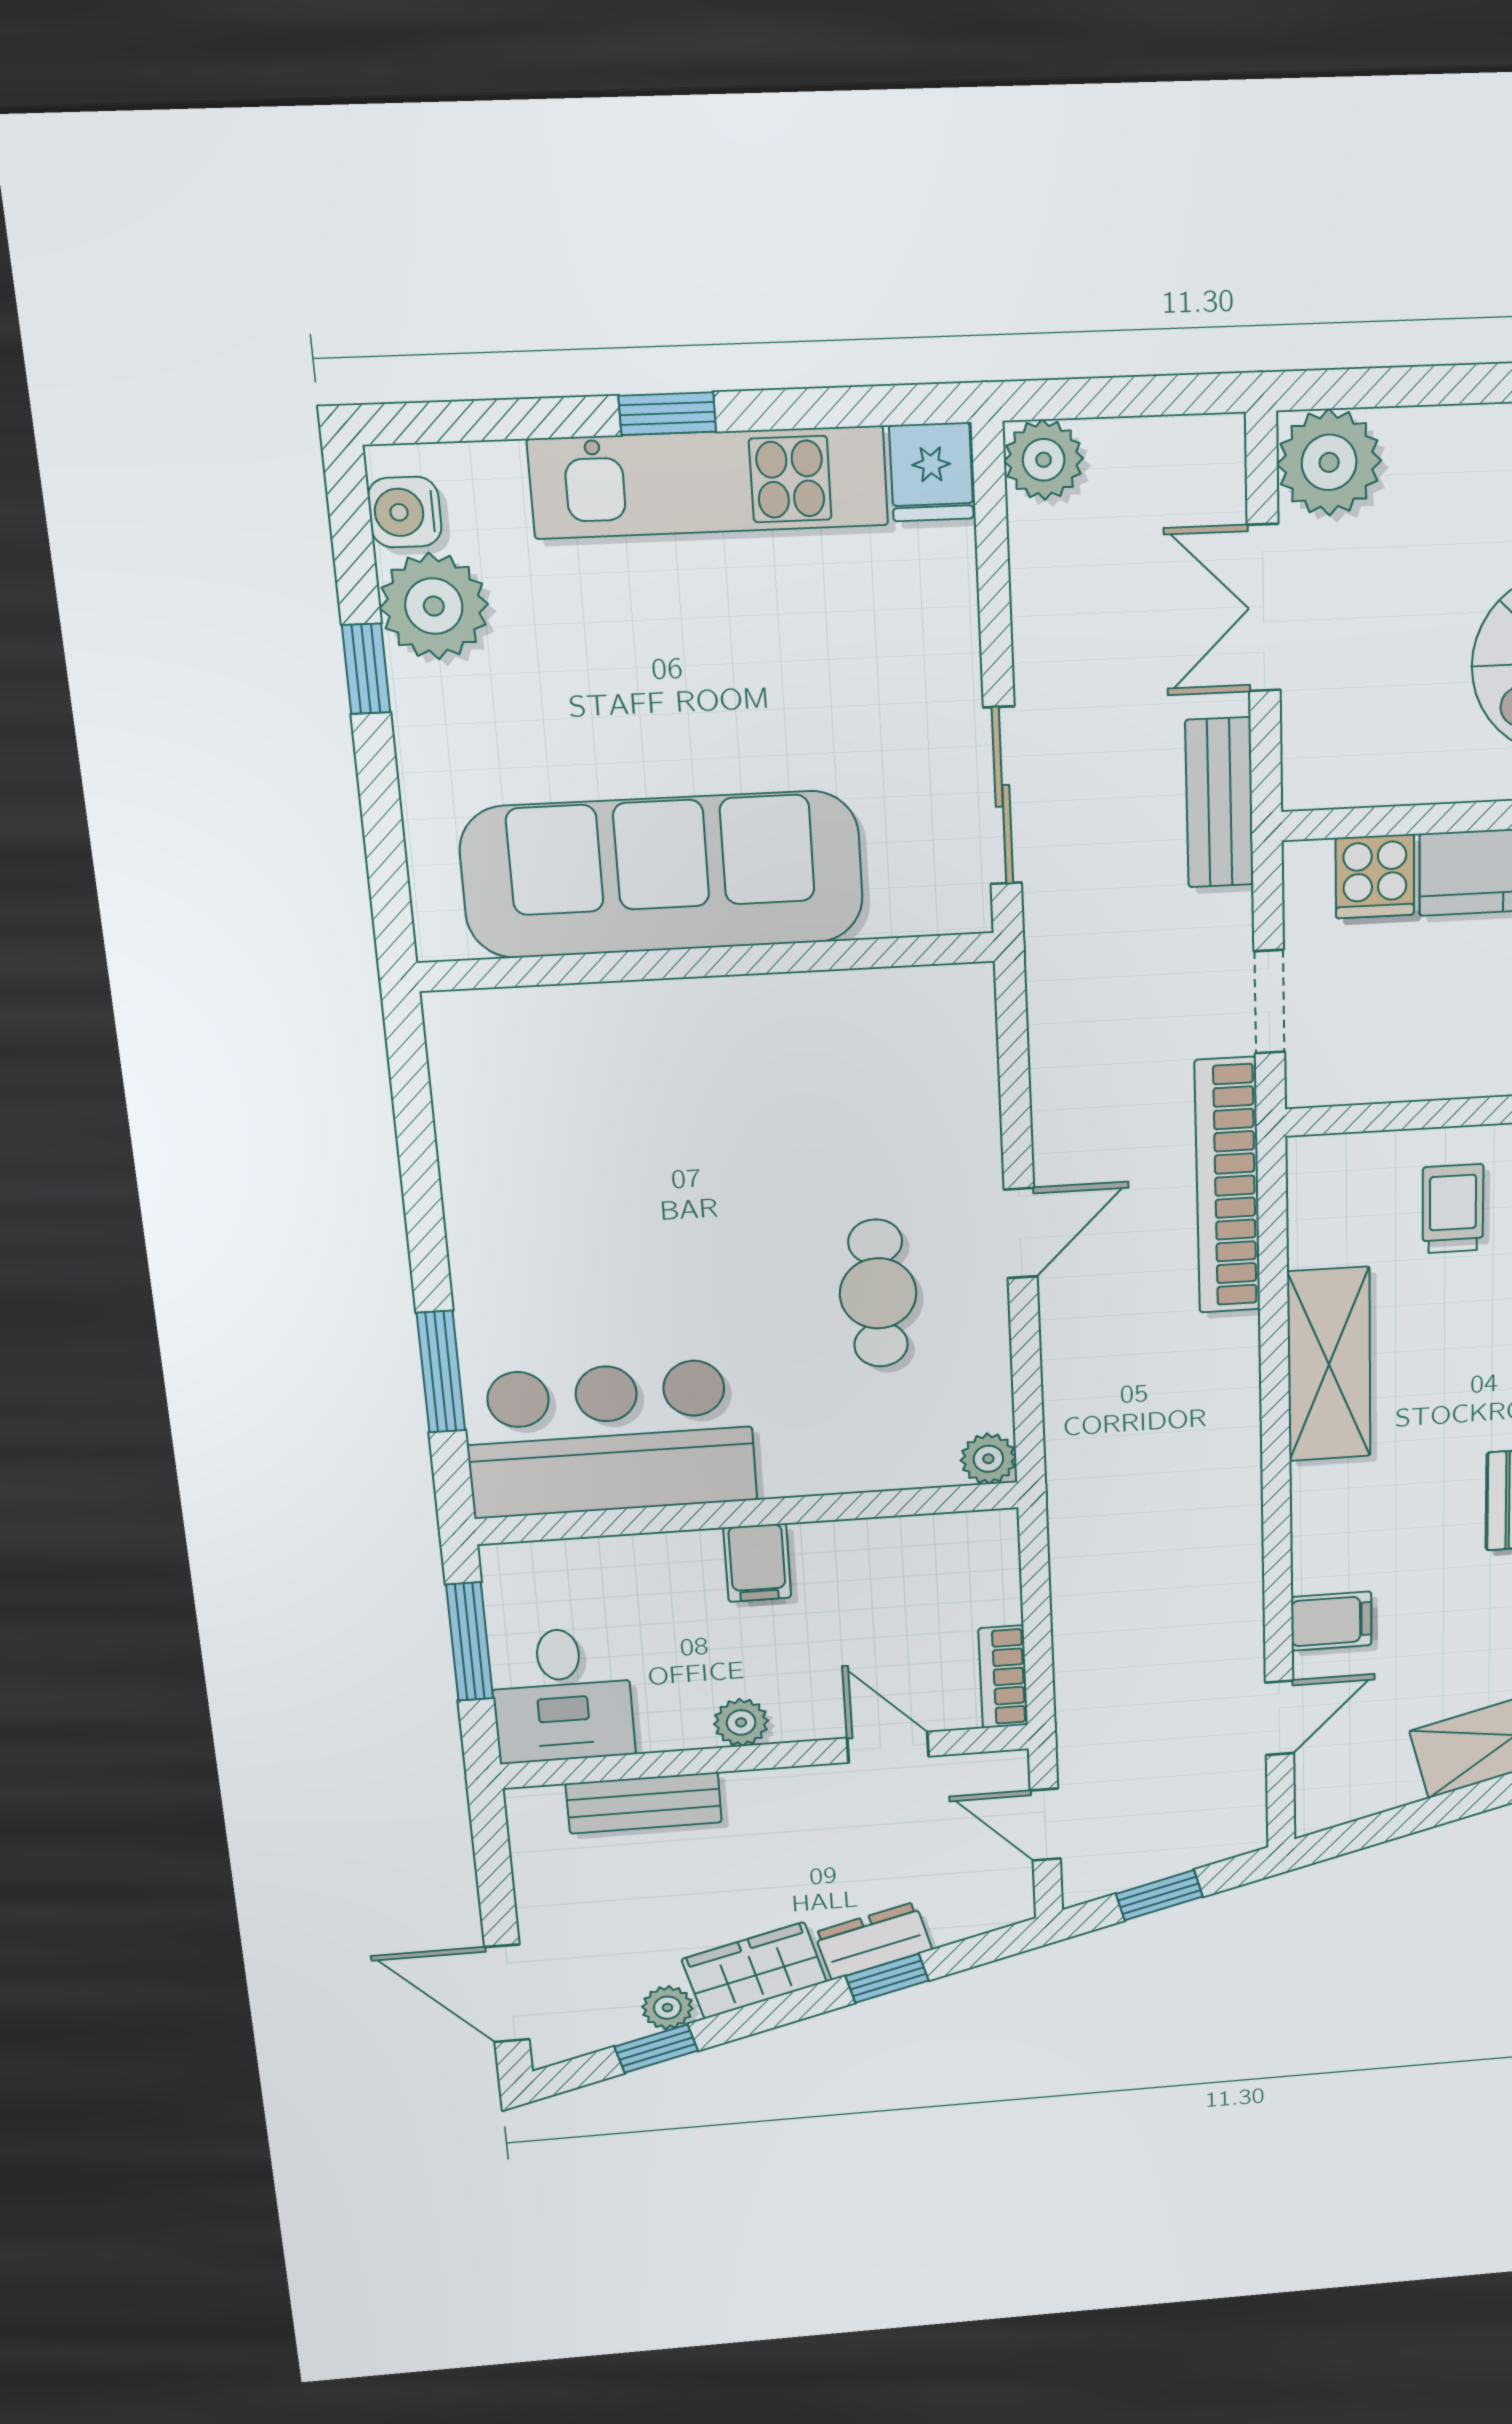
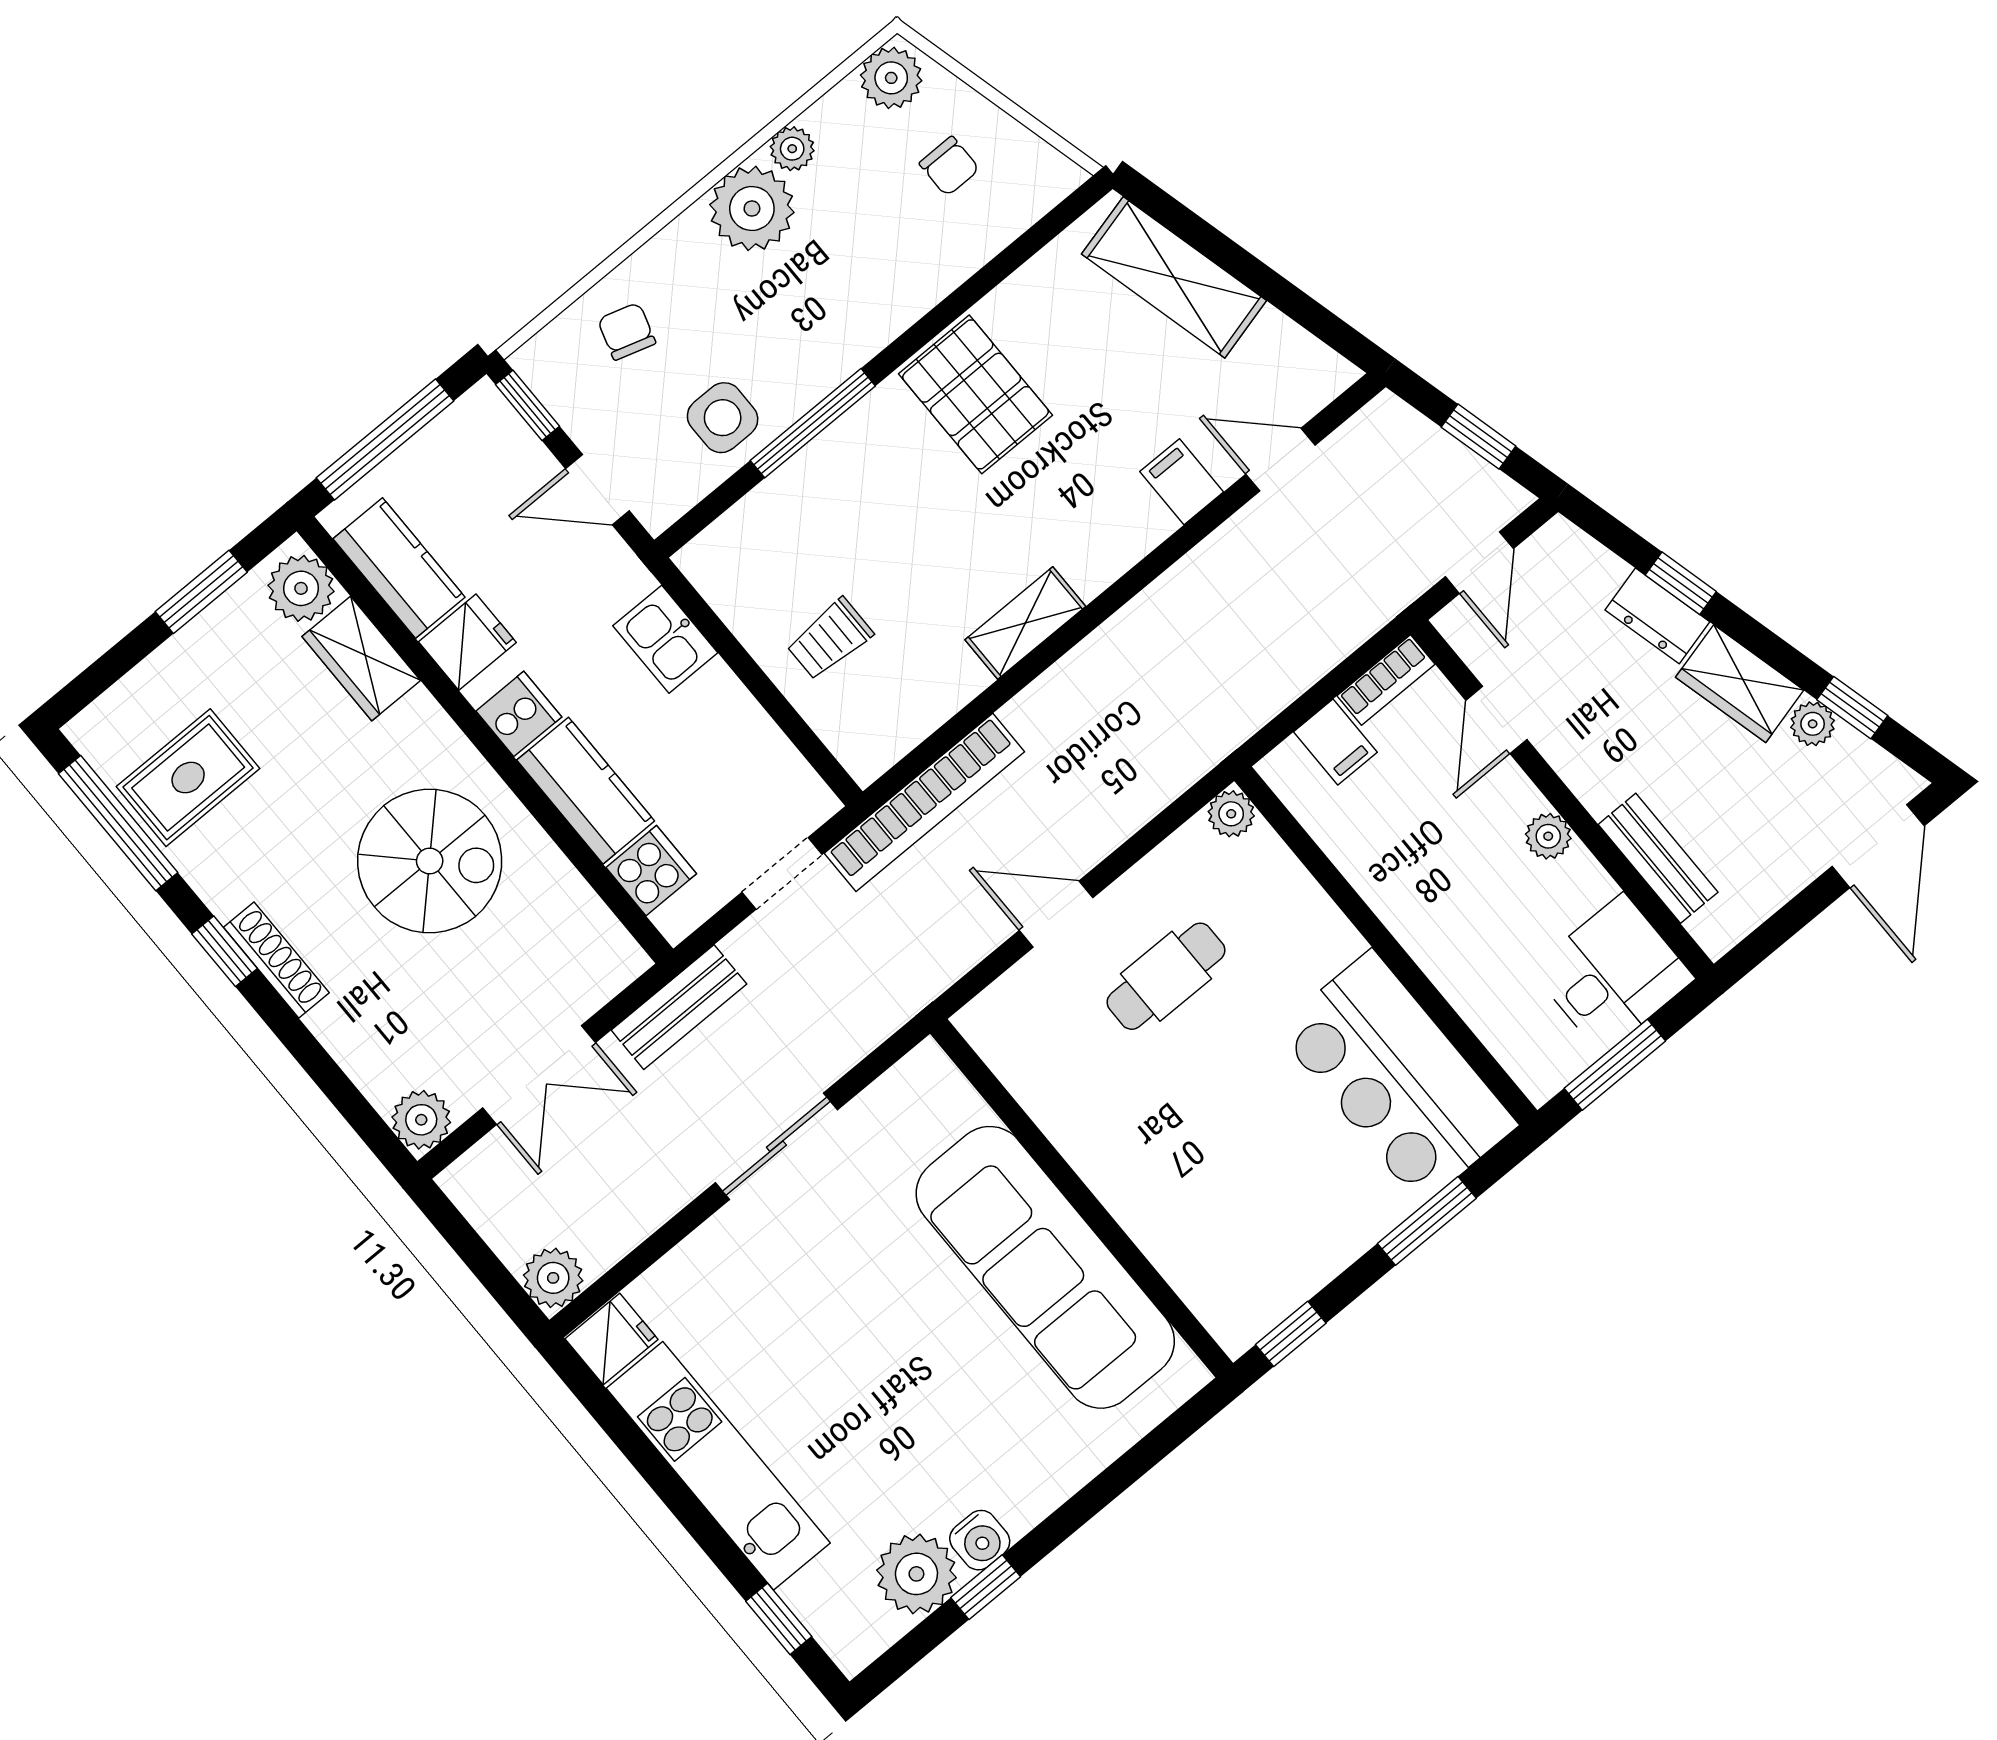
window: (667, 414) -> (779, 1619), moved
plant: (1329, 462) -> (421, 1120), width x0.73, depth x0.73
water cooler: (405, 512) -> (980, 1540), moved
sofa: (663, 875) -> (1045, 1267), moved
wall: (708, 962) -> (1082, 1198), moved
window: (419, 1166) -> (1291, 1334), added
shelving: (1329, 1364) -> (1025, 623), width x0.67, depth x0.75
filing cabinet: (757, 1563) -> (1335, 742), moved, turned 90

